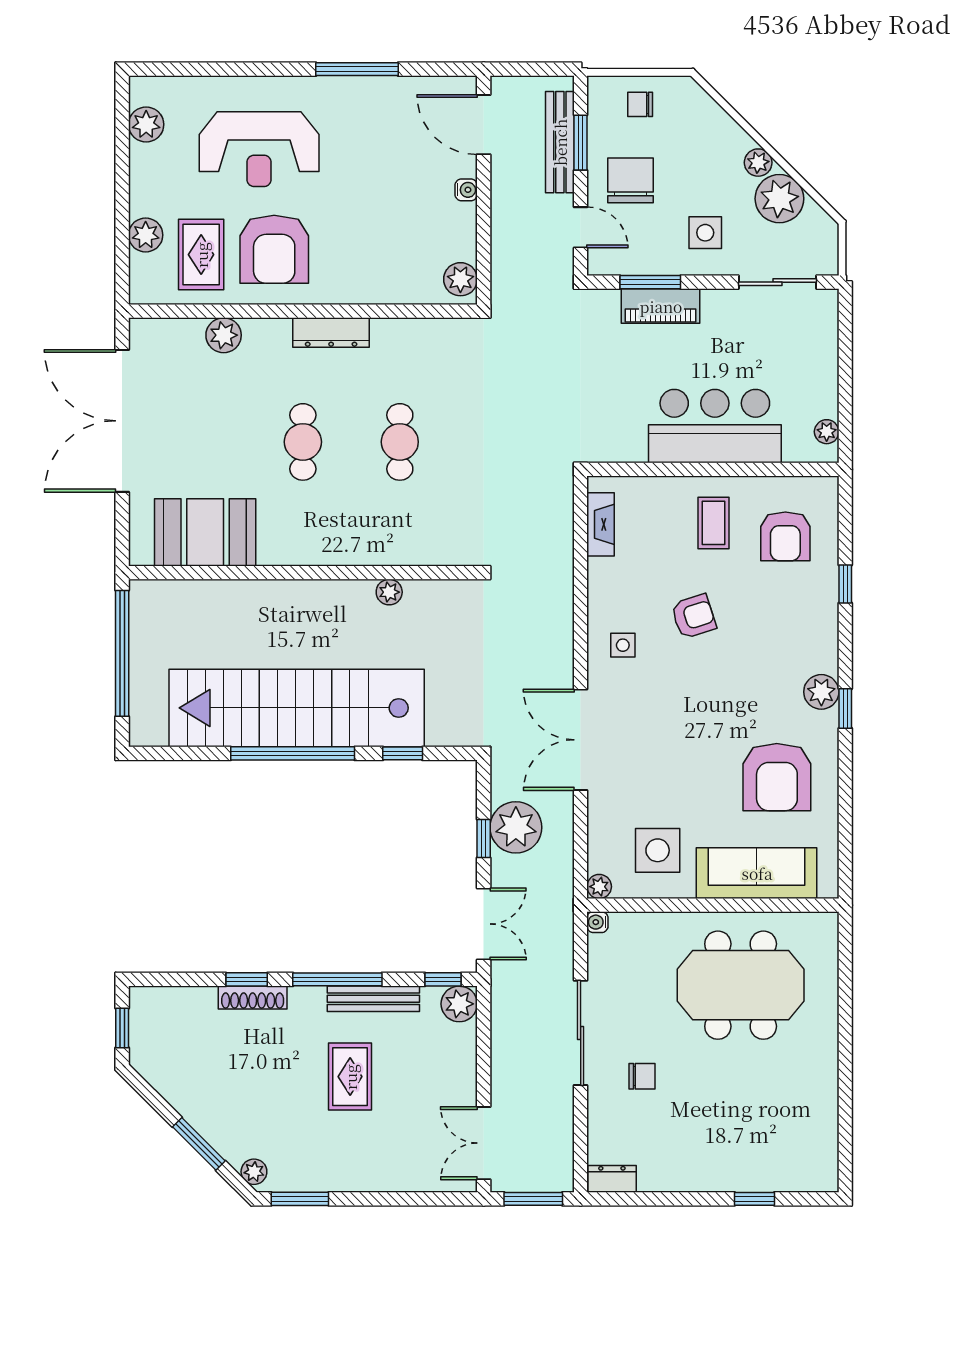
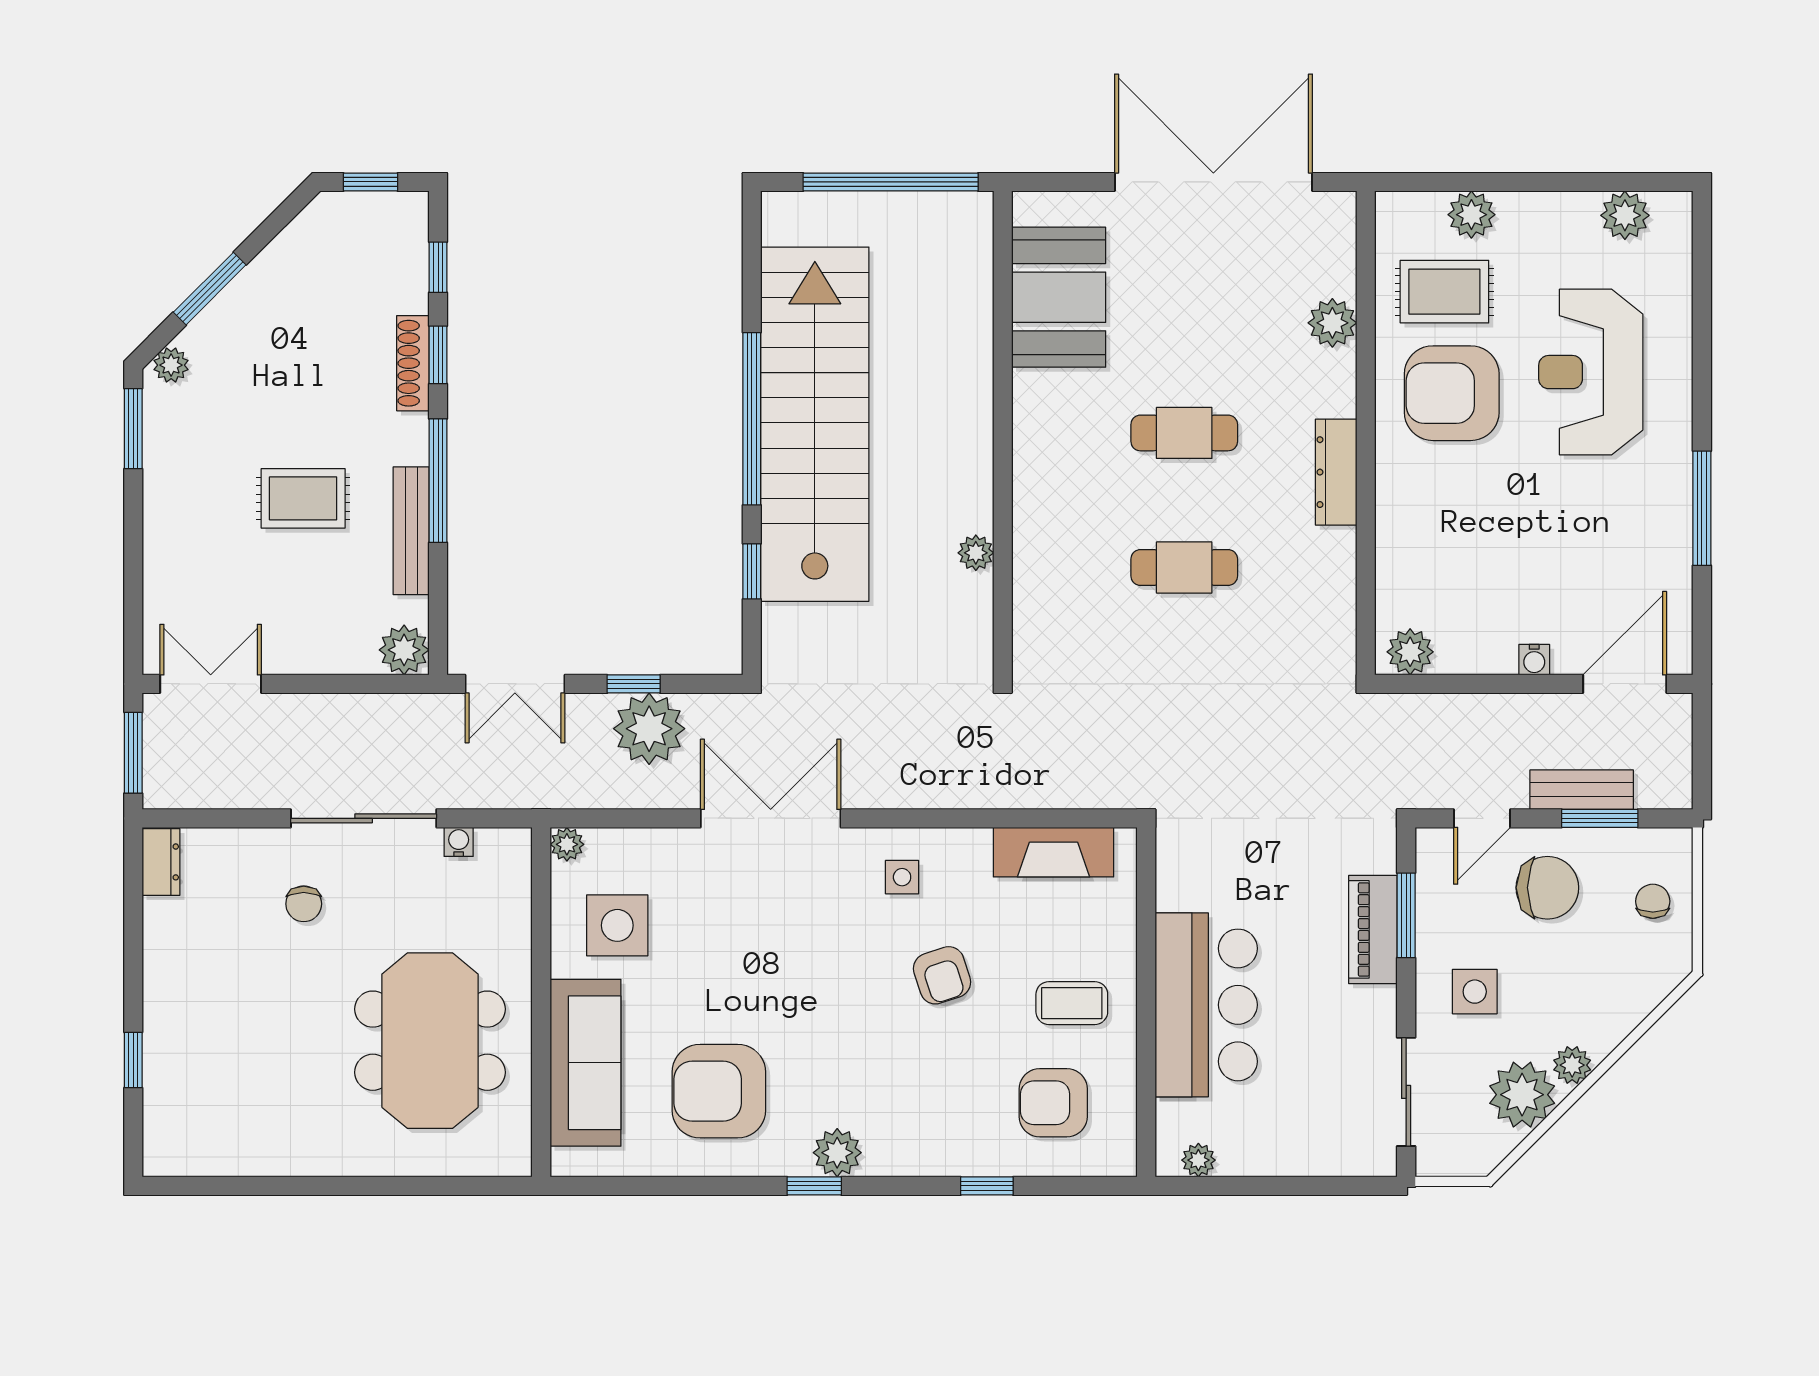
bench: (560, 142) -> (1582, 790), width x0.73
fireplace: (600, 524) -> (1053, 852), width x1.37, depth x1.32
water cooler: (597, 922) -> (459, 842), moved
window: (443, 979) -> (438, 267), moved

